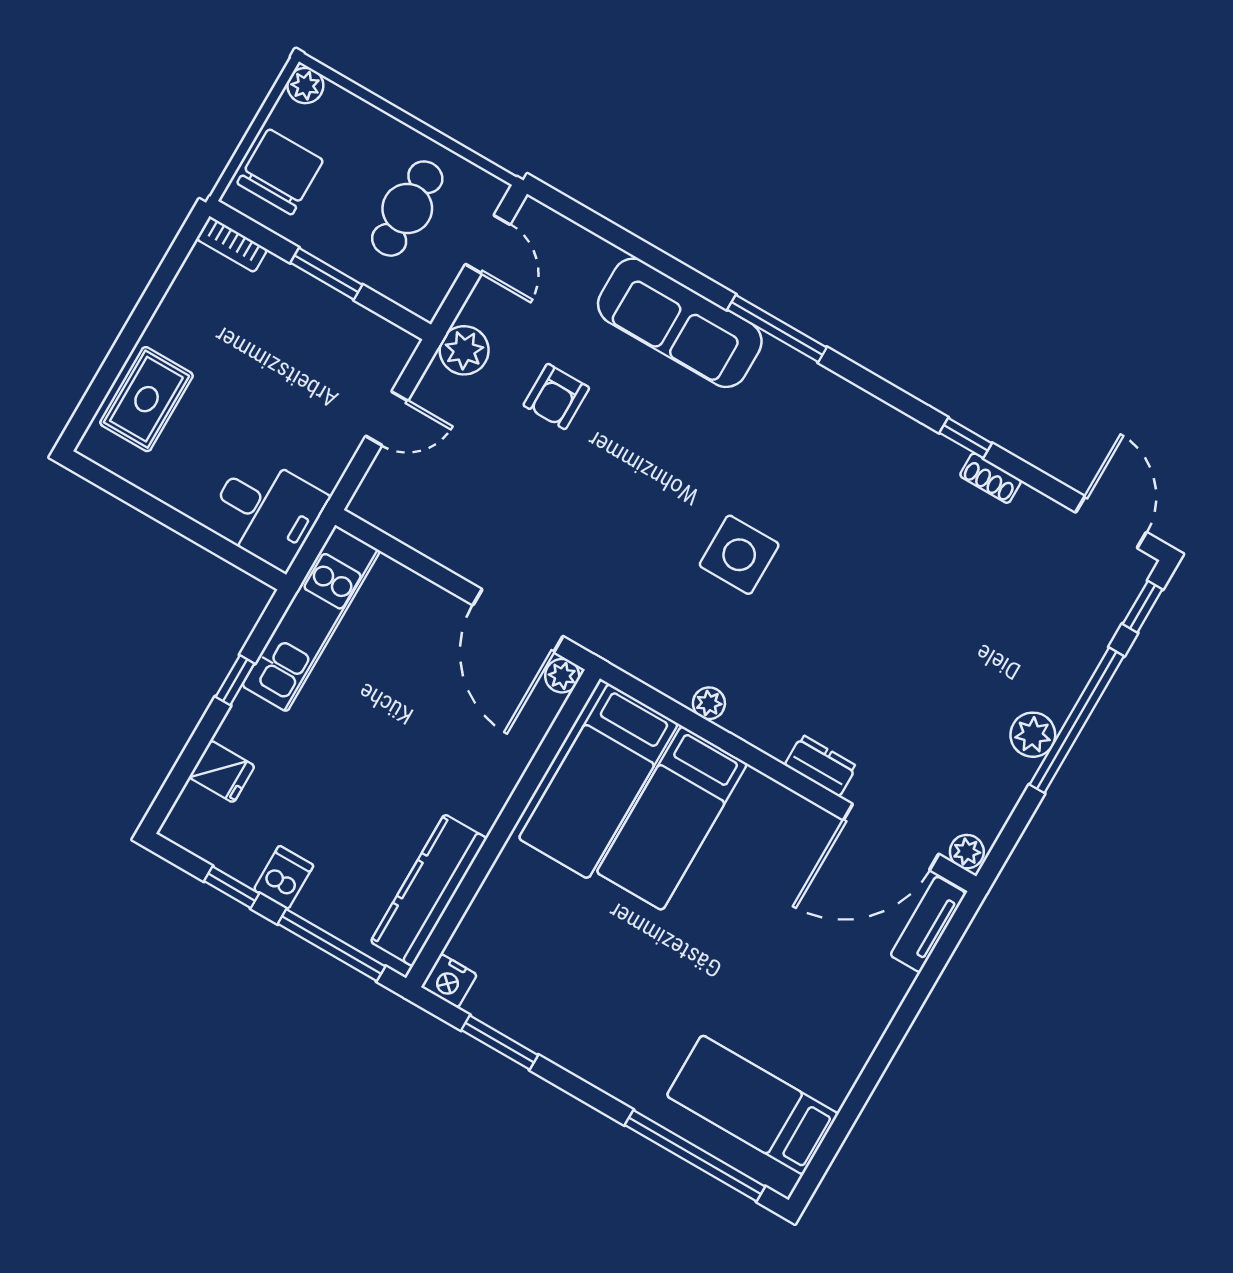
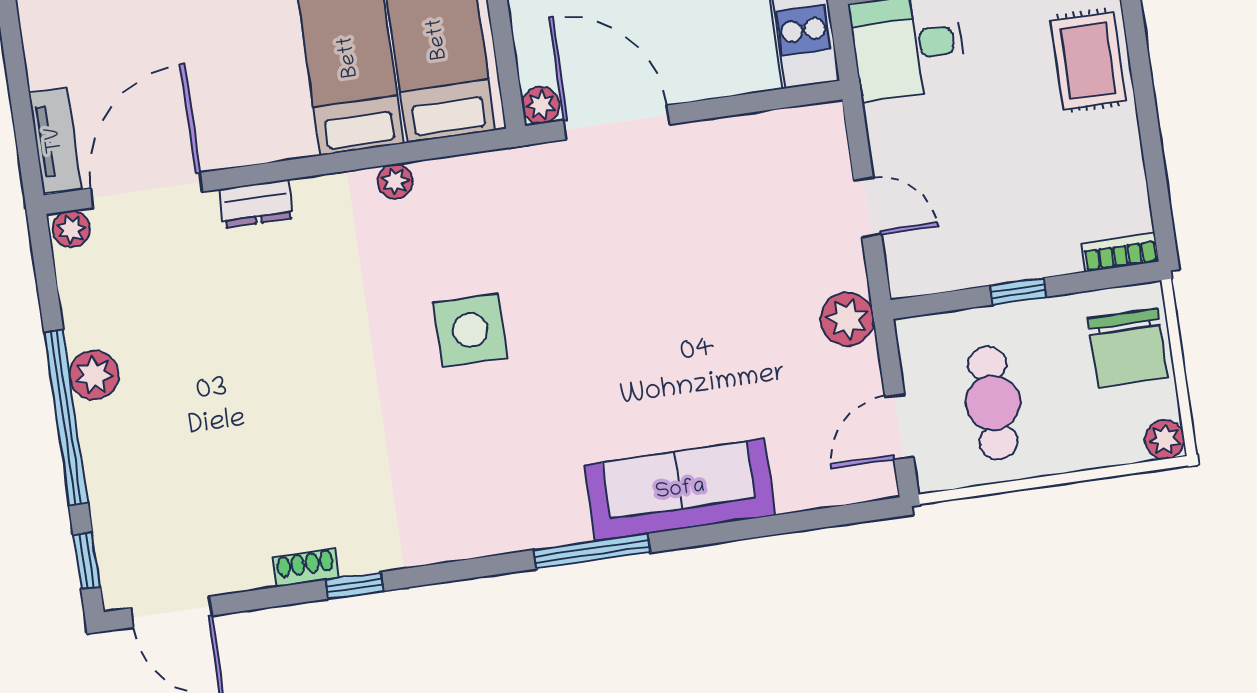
door: (488, 244) -> (899, 427), hinge flipped
window: (326, 274) -> (1018, 291), width x0.67
armchair: (556, 396) -> (736, 342), removed
door: (387, 418) -> (868, 208), swing flipped

